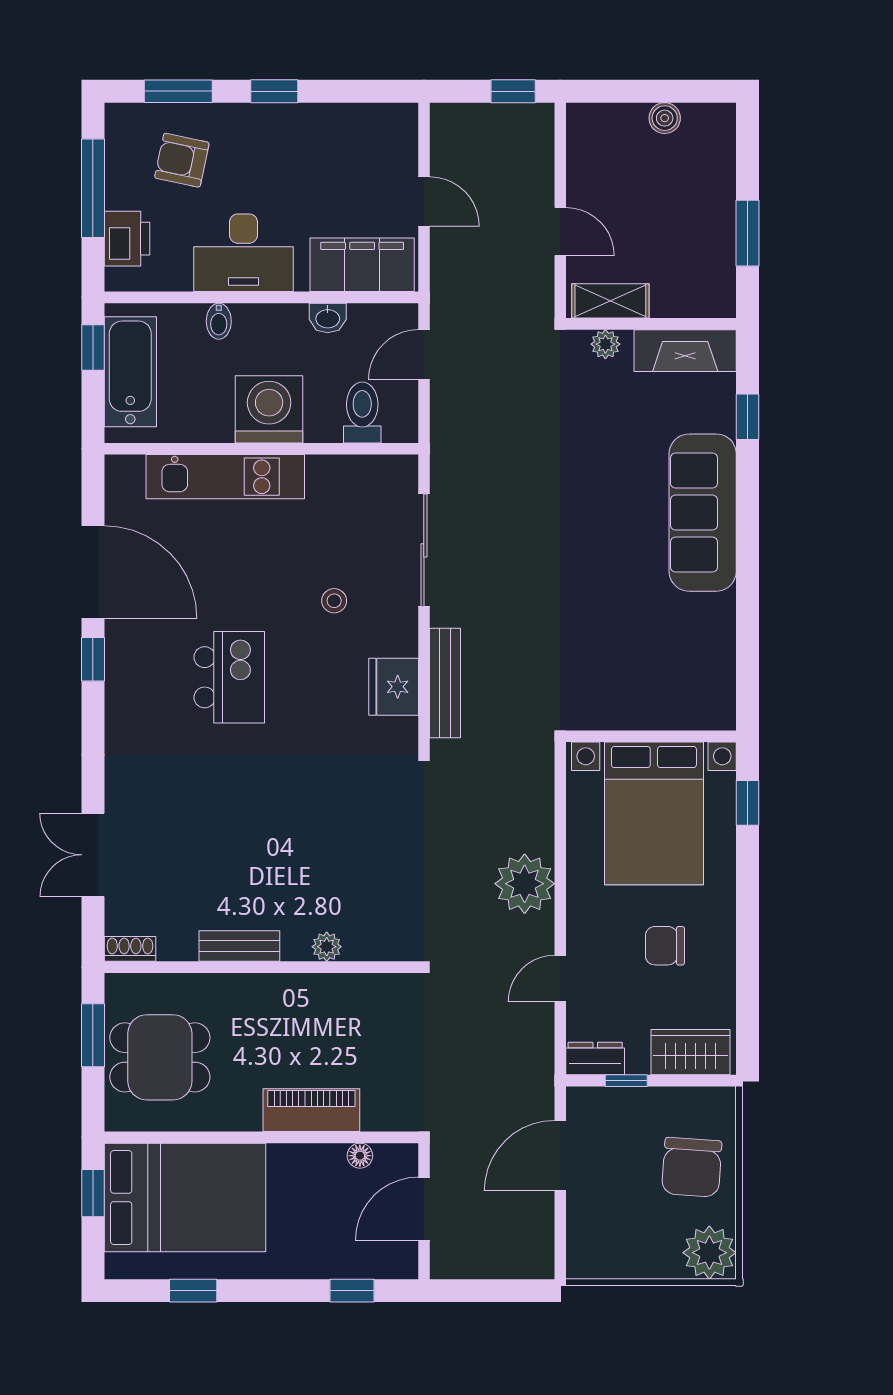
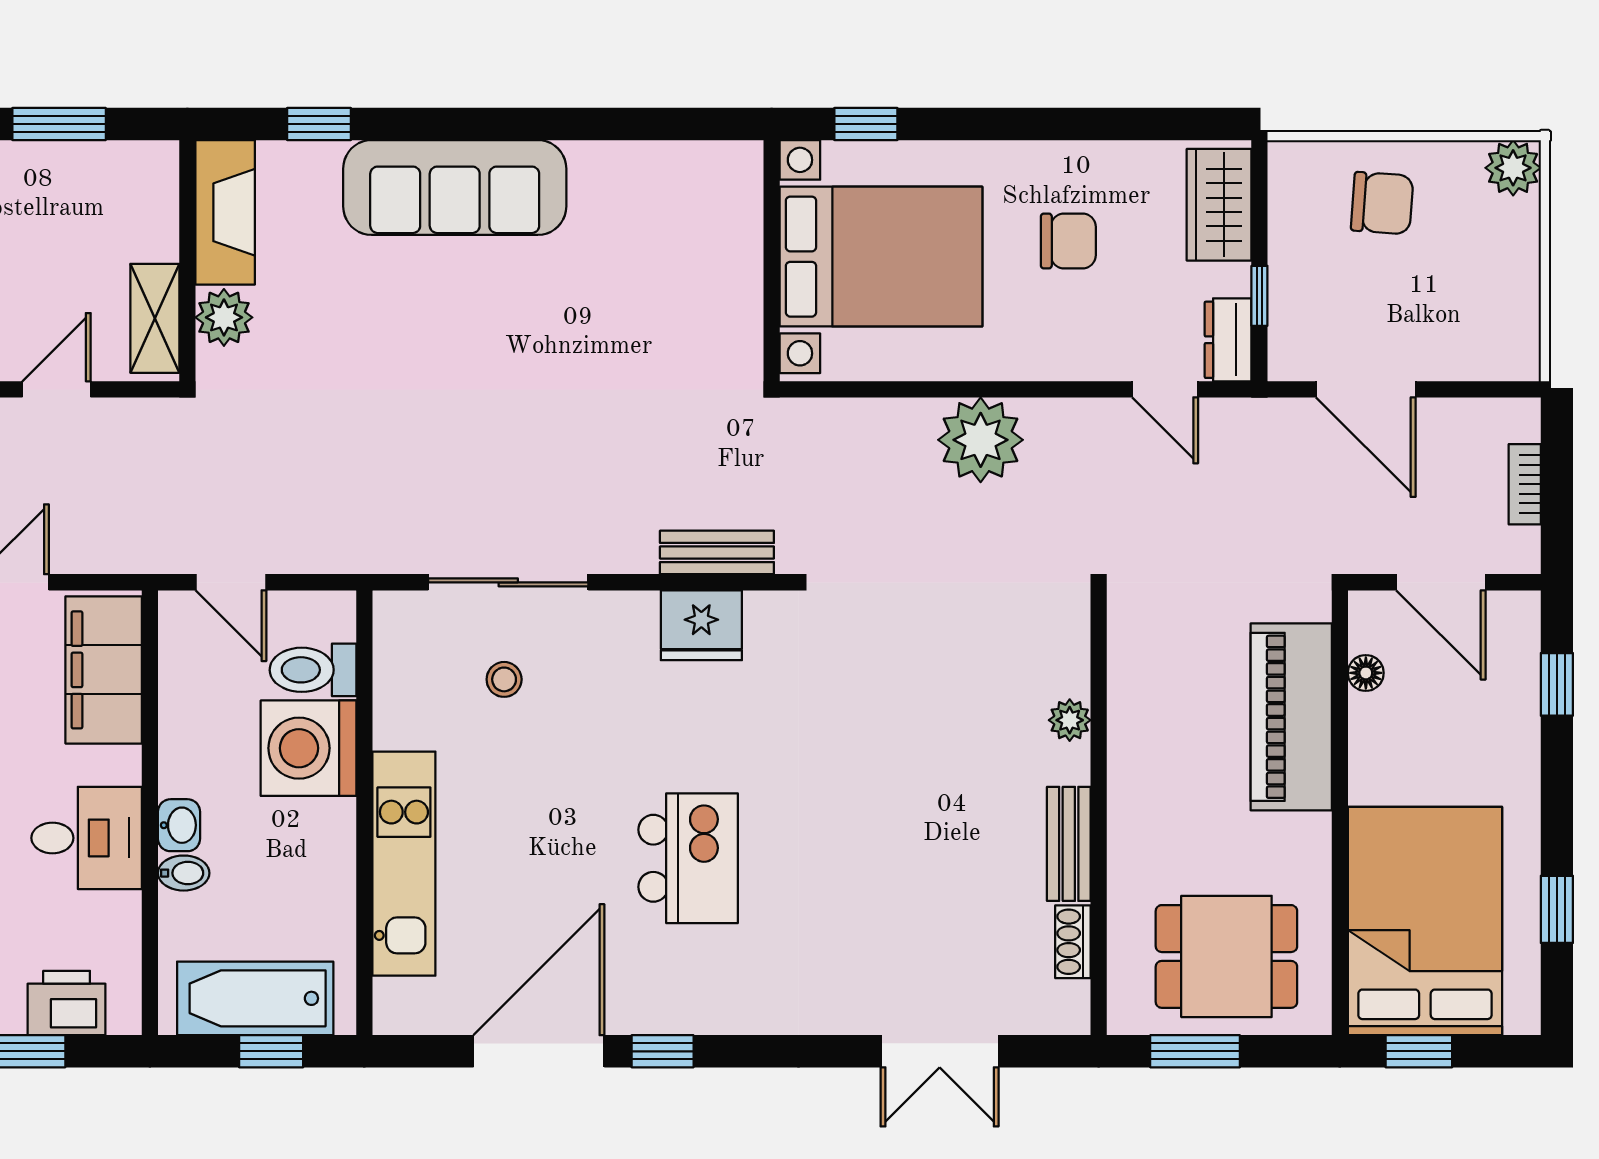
desk: (244, 253) -> (87, 838), width x0.73
washbasin: (328, 318) -> (179, 825), moved
plant: (605, 344) -> (224, 317), width x1.38, depth x1.38
window: (93, 348) -> (271, 1051), moved
washing machine: (269, 409) -> (308, 748), moved
stool: (334, 601) -> (504, 679), moved
kitchen island: (229, 677) -> (688, 858), turned 90
bench: (445, 683) -> (717, 552), width x0.73
chair: (665, 946) -> (1068, 241), turned -90
shoe rack: (130, 949) -> (1073, 942), moved
door: (560, 979) -> (1165, 389), moved
dining table: (160, 1057) -> (1226, 956), turned 90
piano: (311, 1110) -> (1291, 717), width x1.37, depth x1.33
chair: (692, 1167) -> (1382, 203), width x0.73, depth x0.73
plant: (709, 1253) -> (1513, 168), width x0.73, depth x0.73
bookcase: (493, 1268) -> (1525, 484), added

